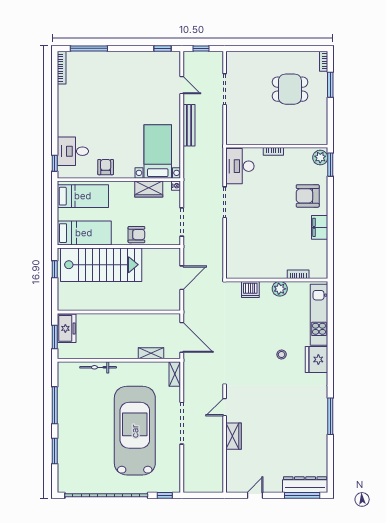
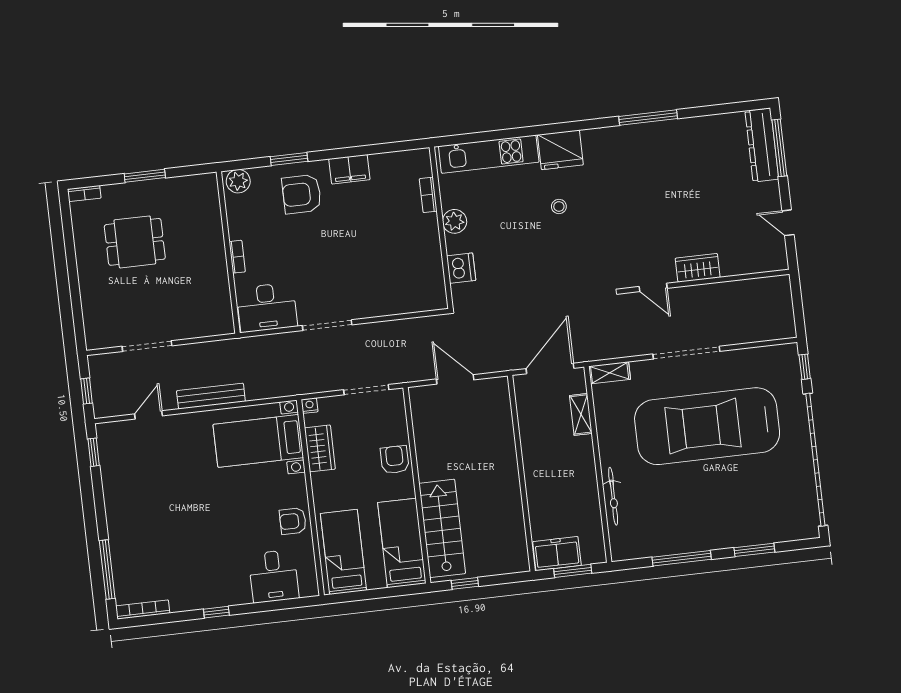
window: (330, 85) -> (145, 176), moved
dining table: (290, 89) -> (135, 242), turned 90
window: (55, 163) -> (216, 612), moved
window: (330, 165) -> (289, 159), moved
armchair: (308, 196) -> (302, 194), turned 90
stairs: (101, 265) -> (442, 528), width x0.73, depth x0.66

